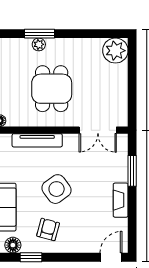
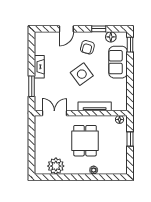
window: (40, 34) -> (93, 177), removed
plant: (115, 51) -> (56, 166), moved
door: (111, 257) -> (66, 29), moved

